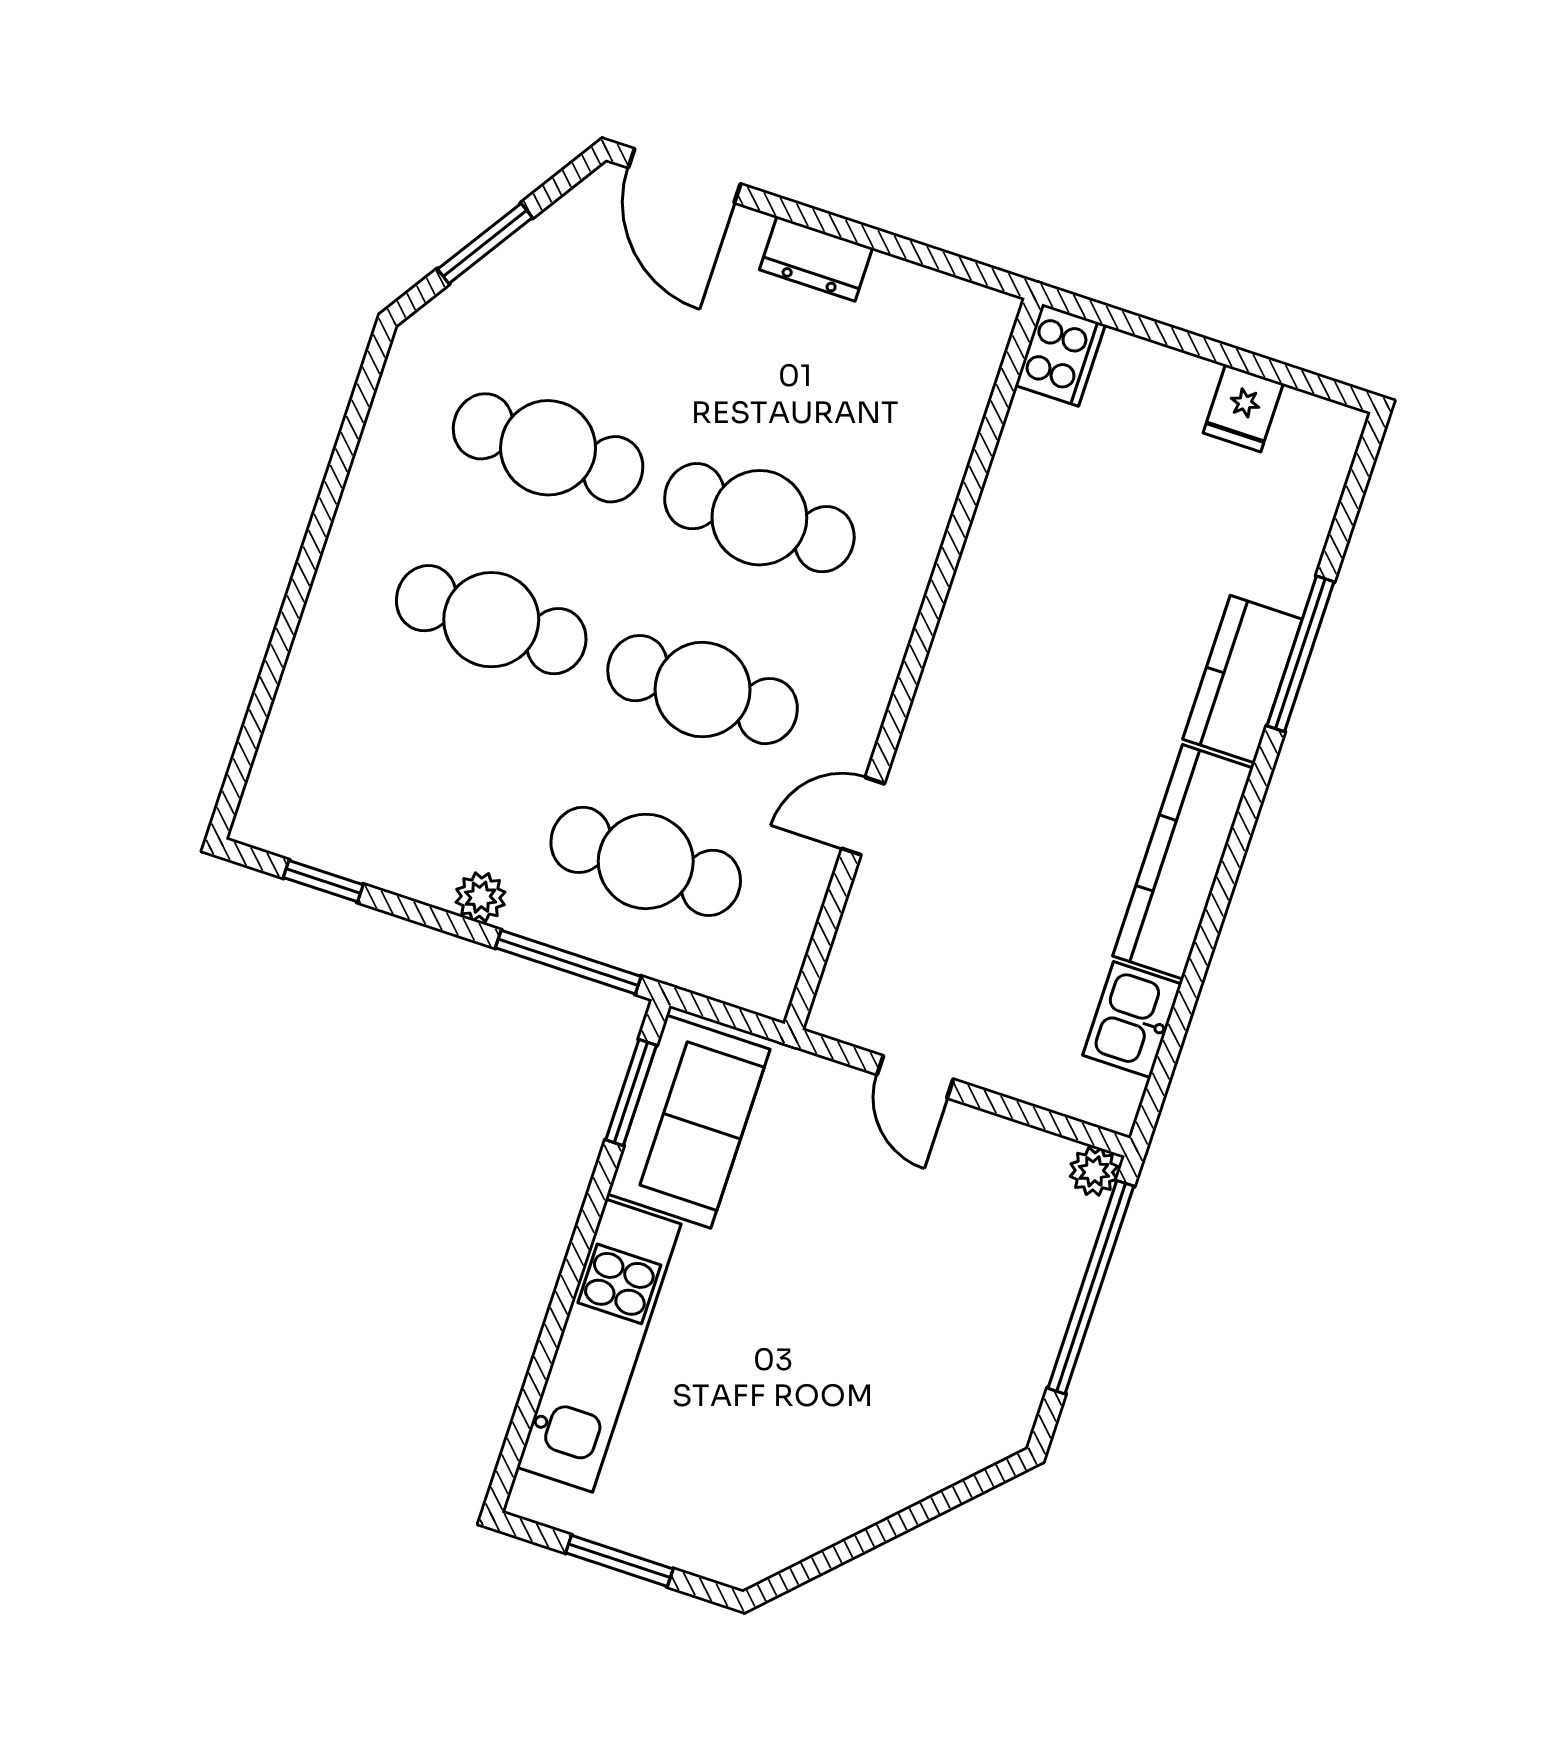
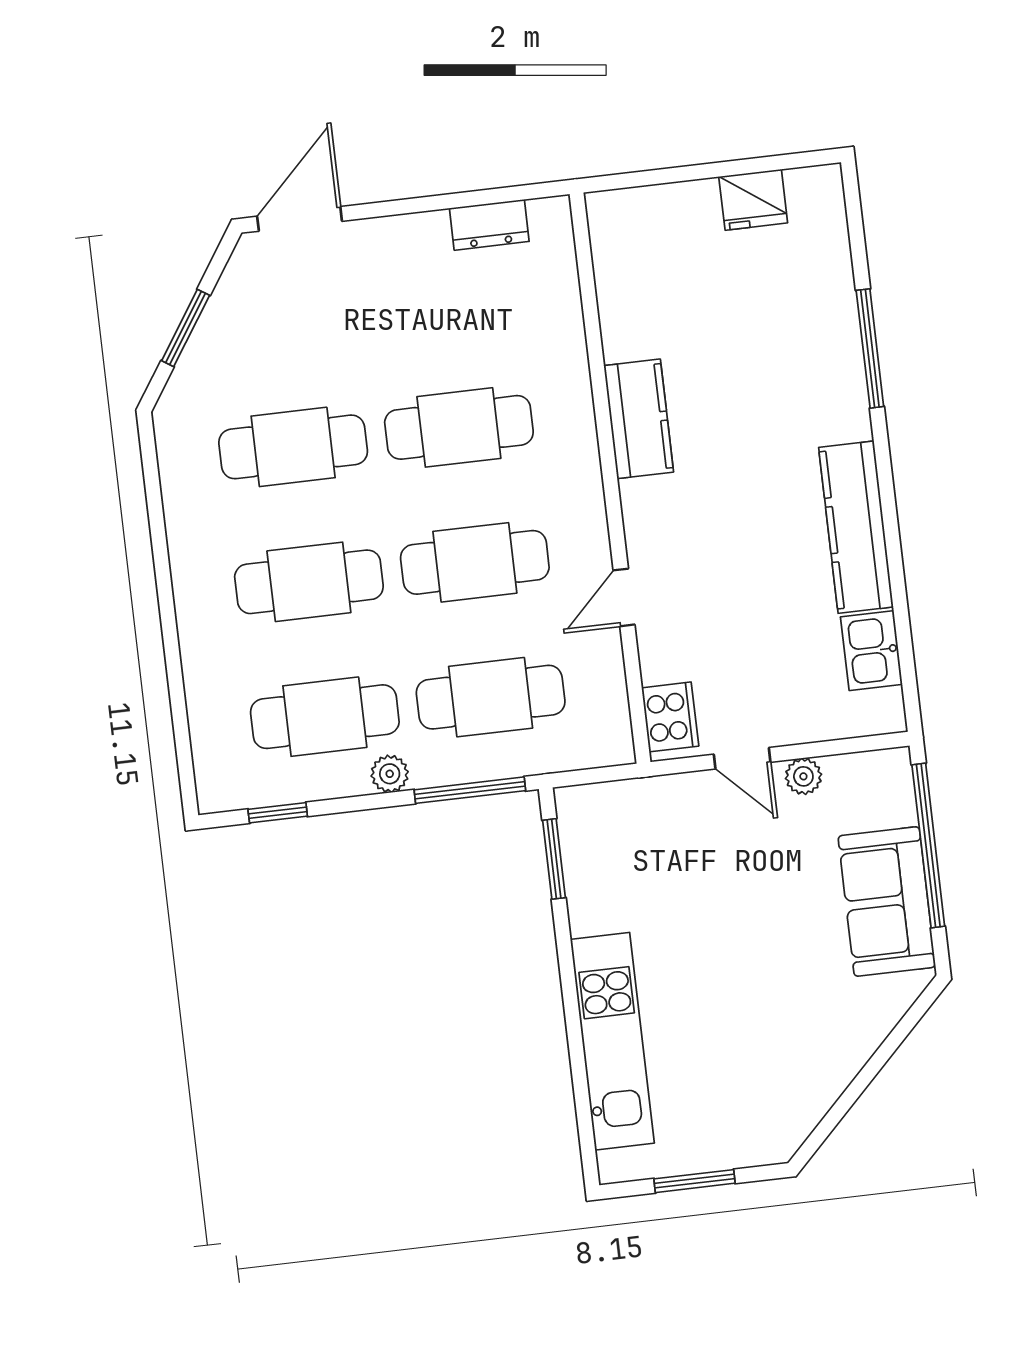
door: (684, 176) -> (300, 219), swing flipped
dresser: (816, 259) -> (489, 225), moved
cooker: (1060, 355) -> (670, 717), moved
fridge: (1243, 408) -> (753, 200), width x1.38
kitchen counter: (1242, 679) -> (639, 419), moved, turned 180
cafe table: (434, 792) -> (325, 717), added
sofa: (689, 1122) -> (887, 902), moved, turned 180
plant: (1094, 1171) -> (803, 776), moved

